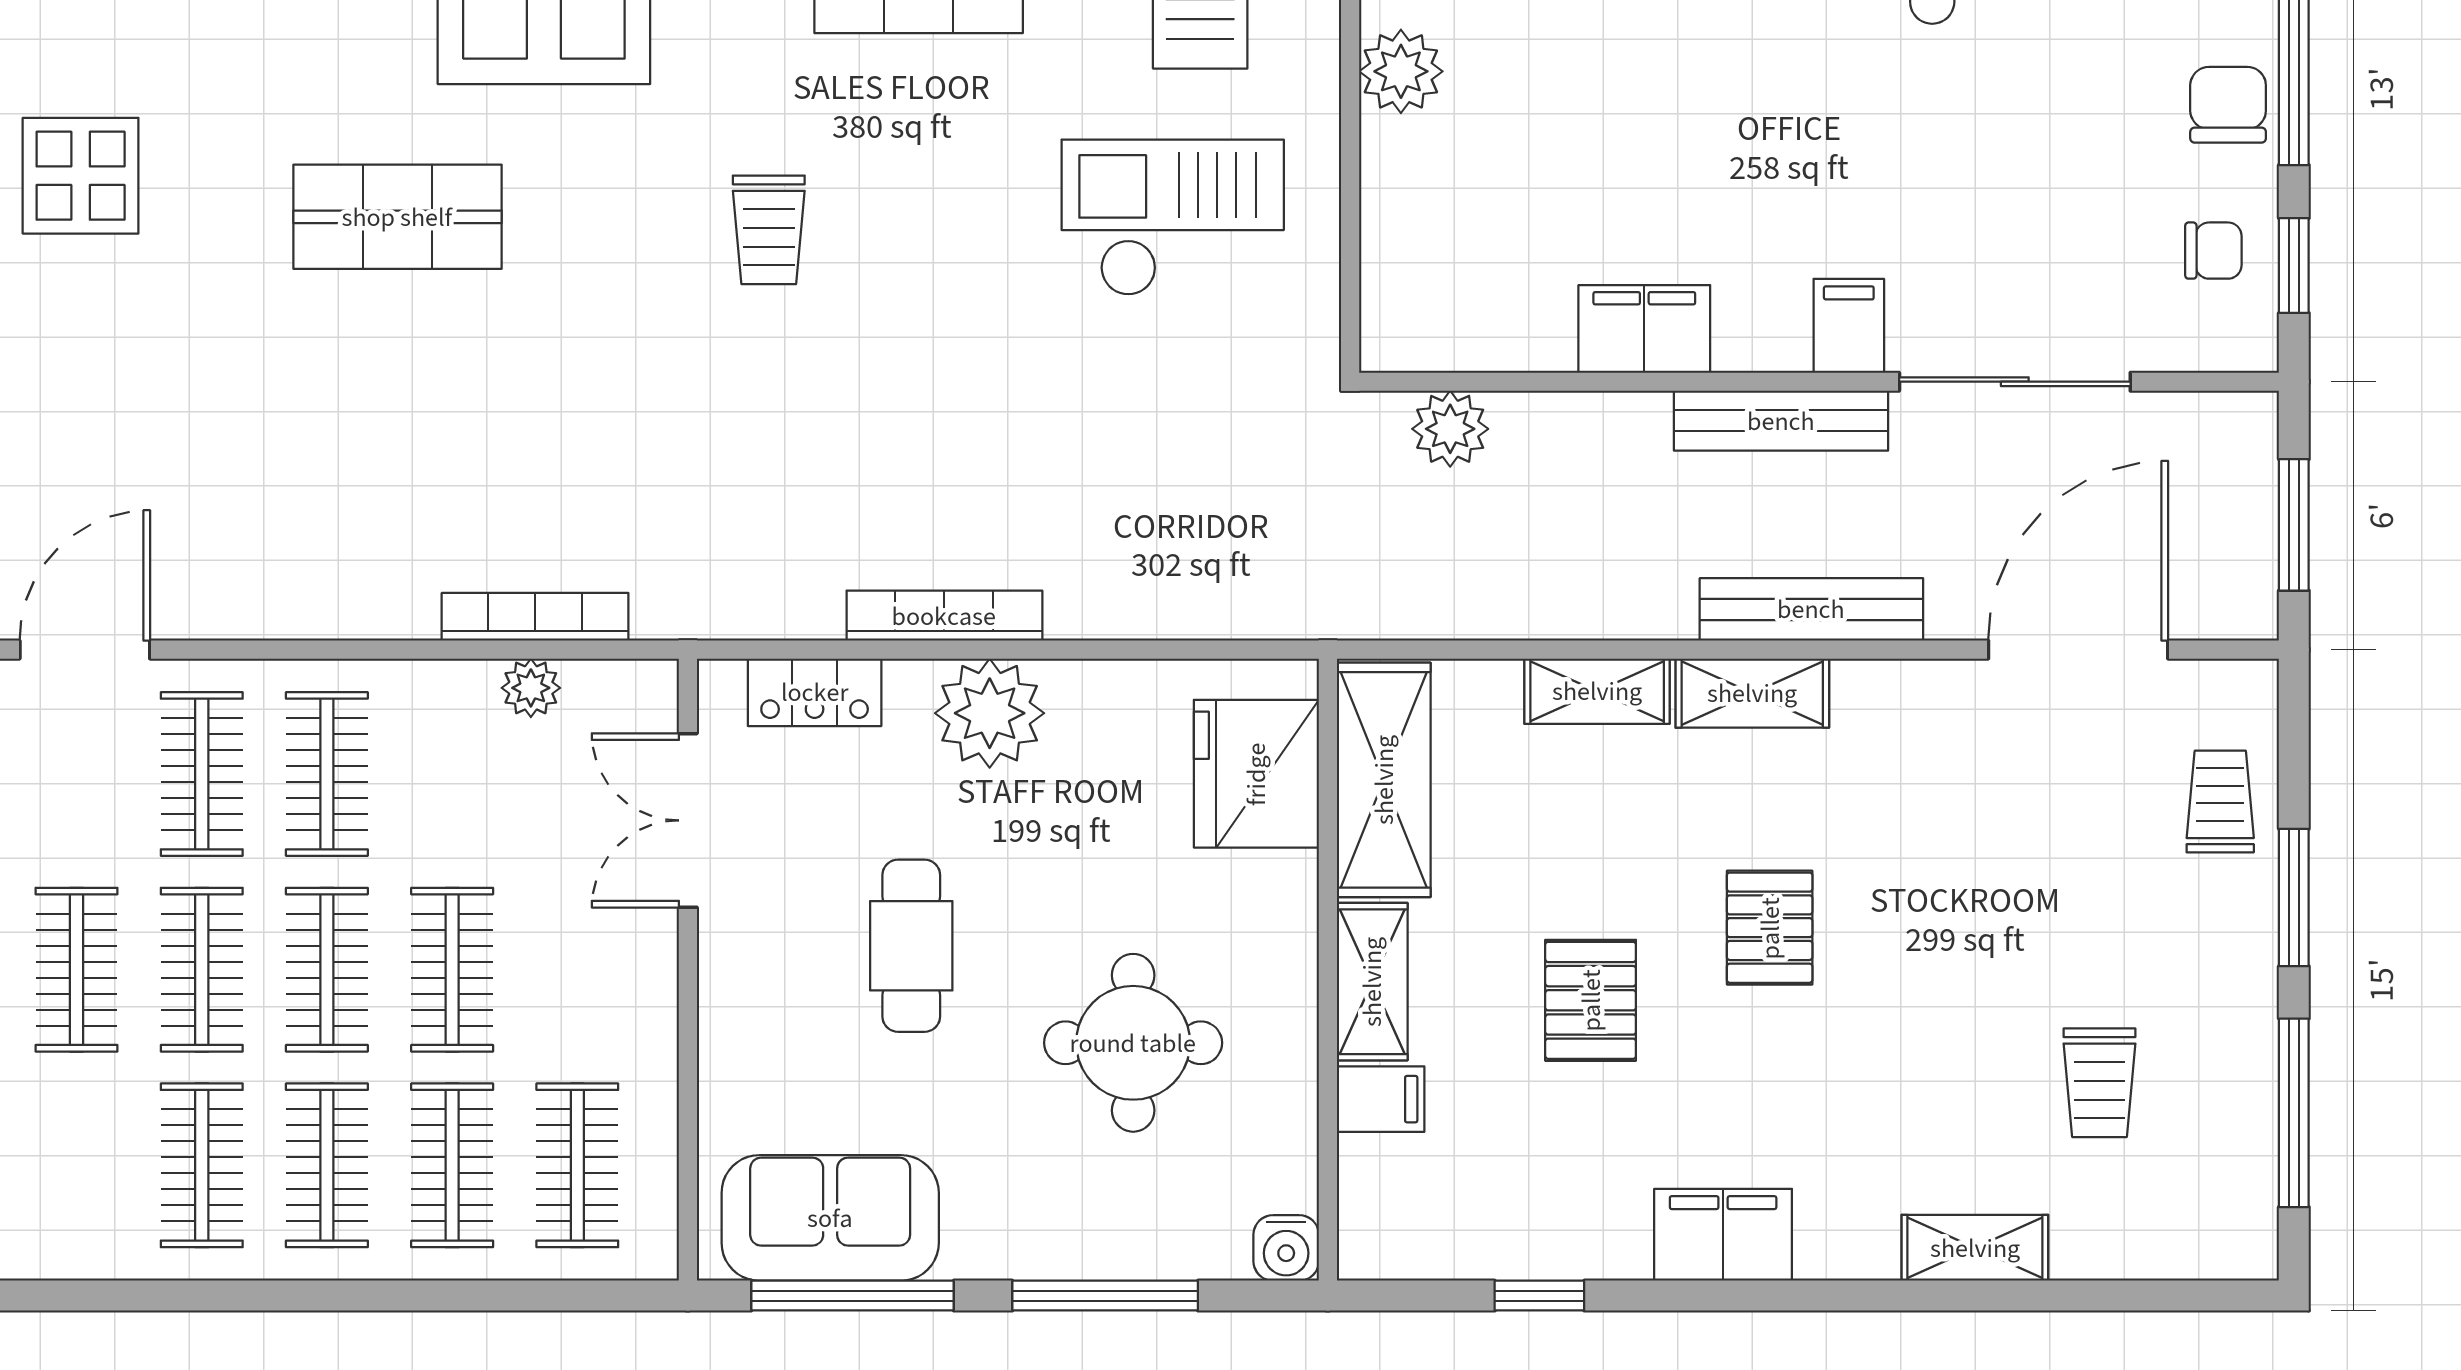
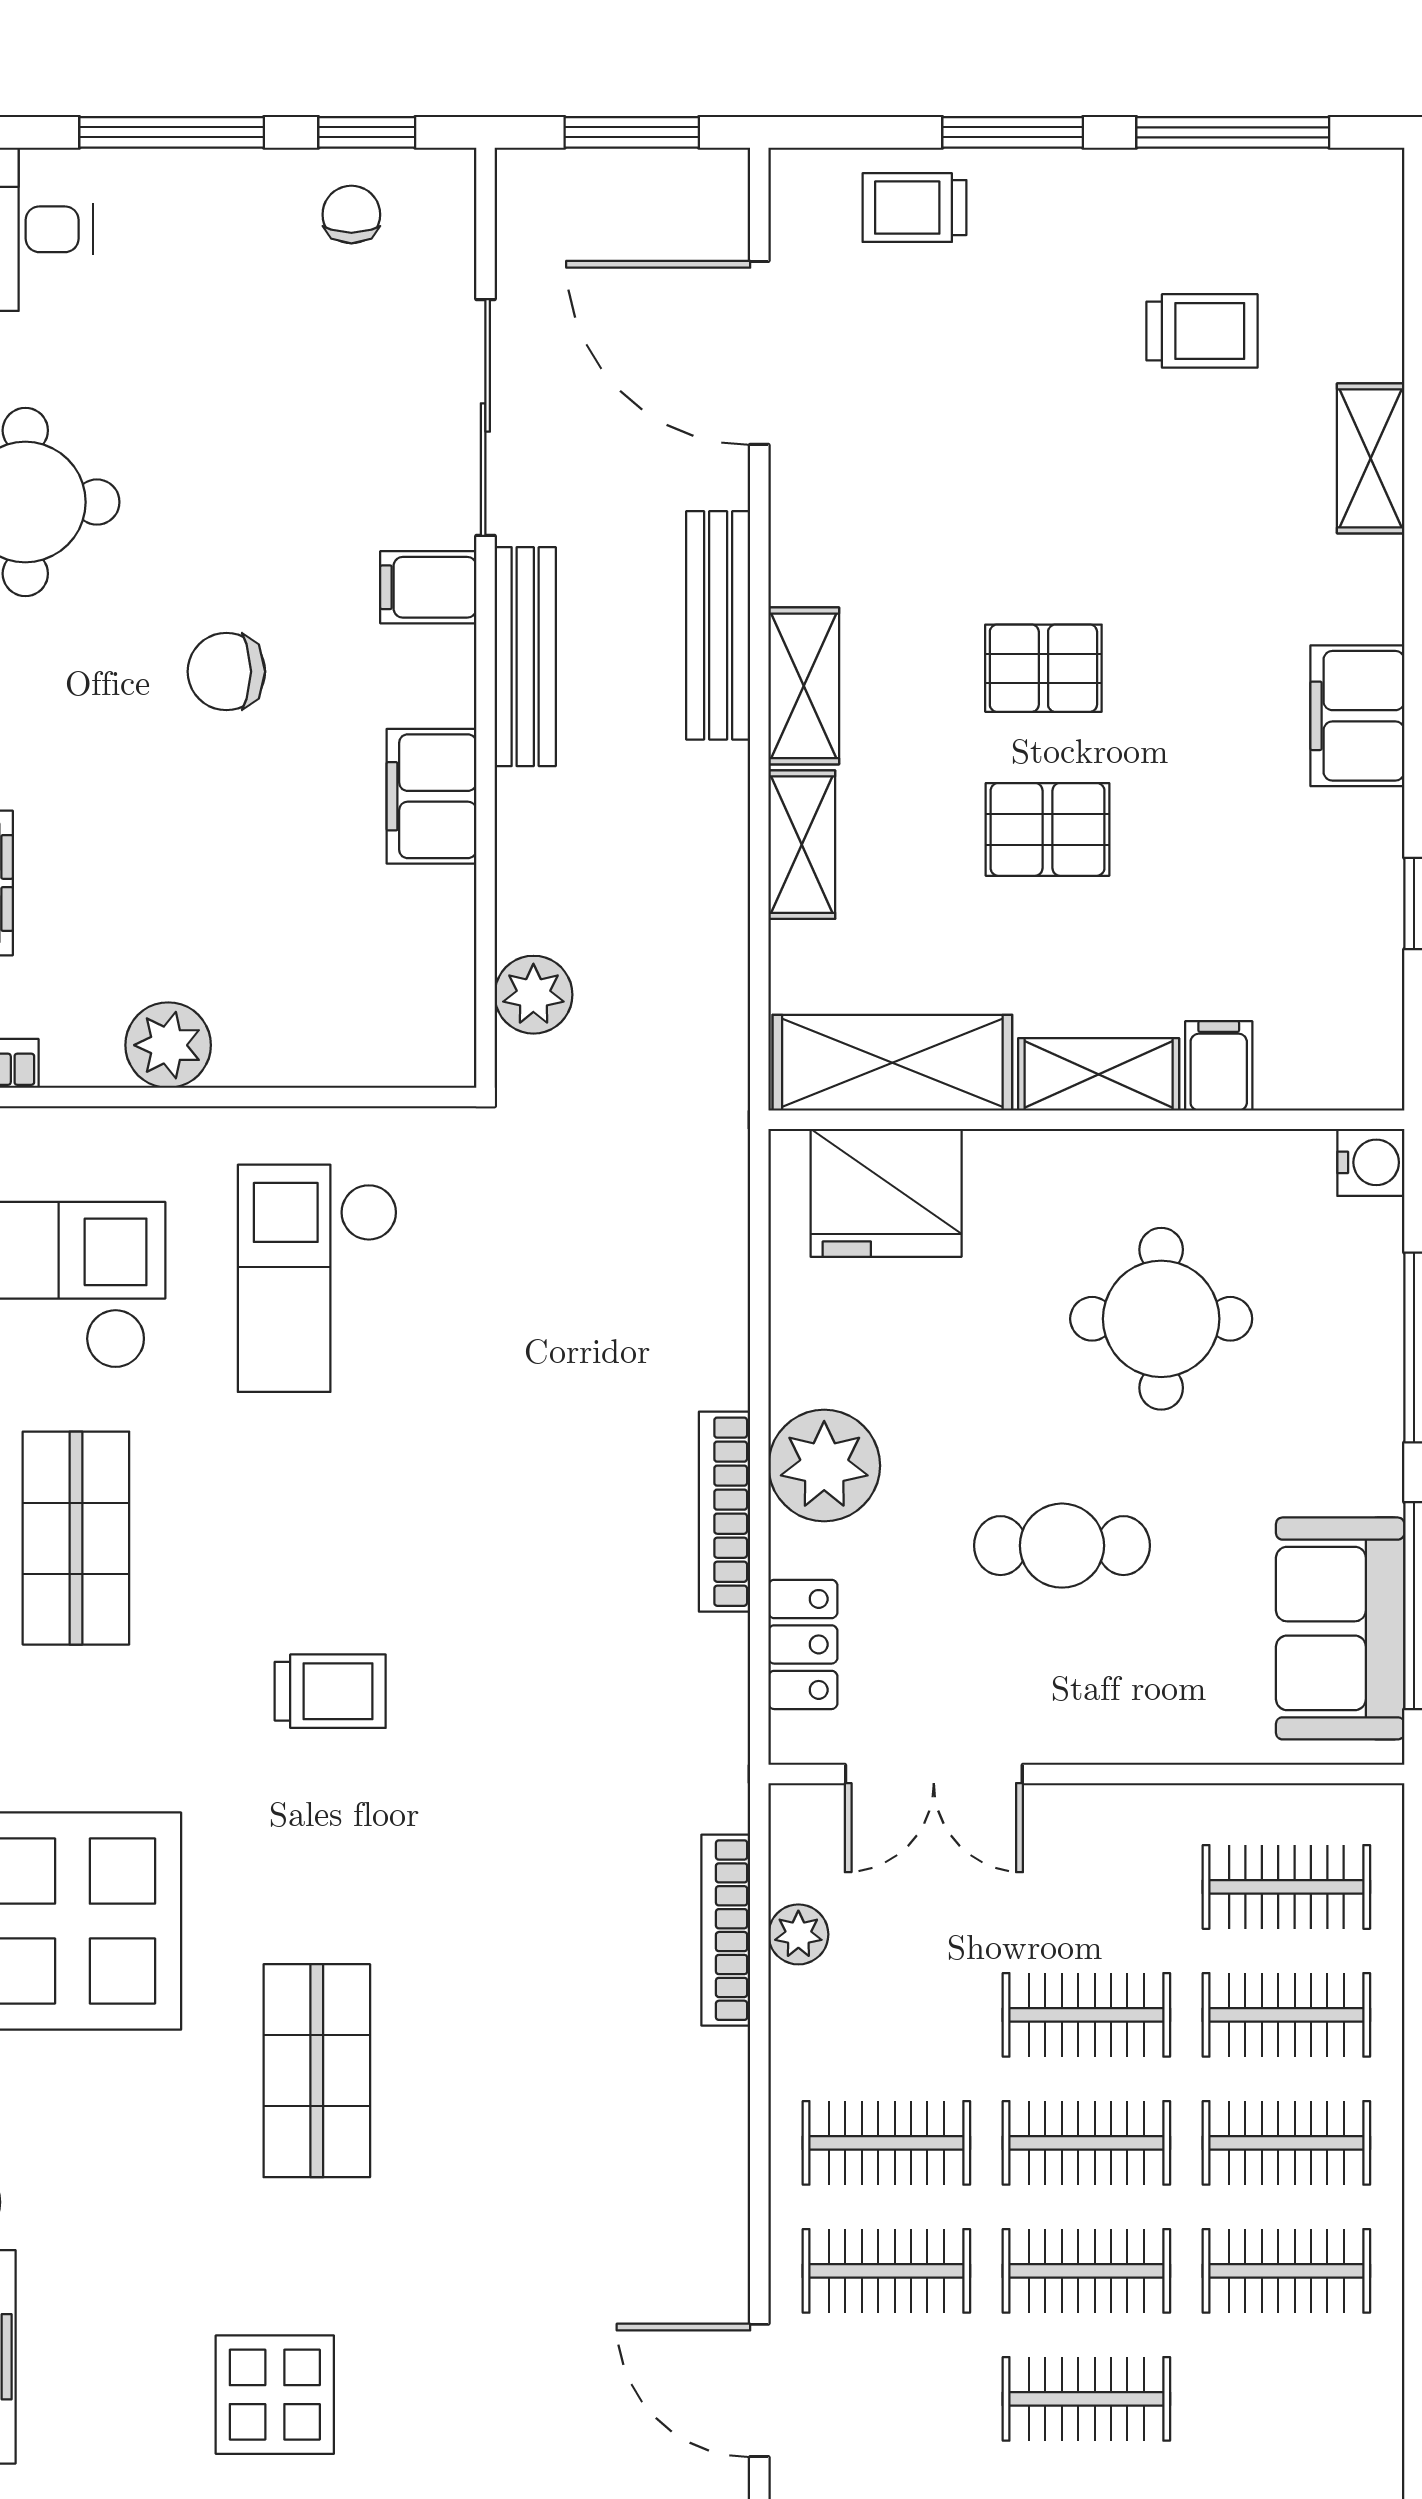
chair: (2228, 105) -> (226, 672), moved
pallet: (1591, 1000) -> (1048, 829), moved

